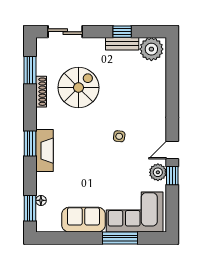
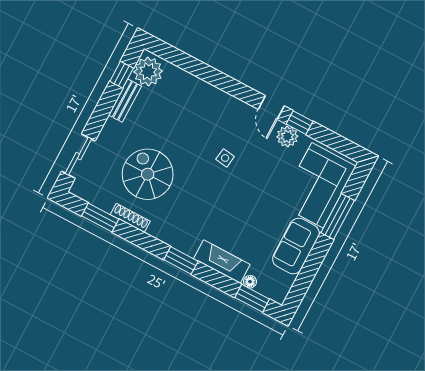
window: (122, 32) -> (122, 75), moved
fireplace: (45, 151) -> (222, 262), moved

